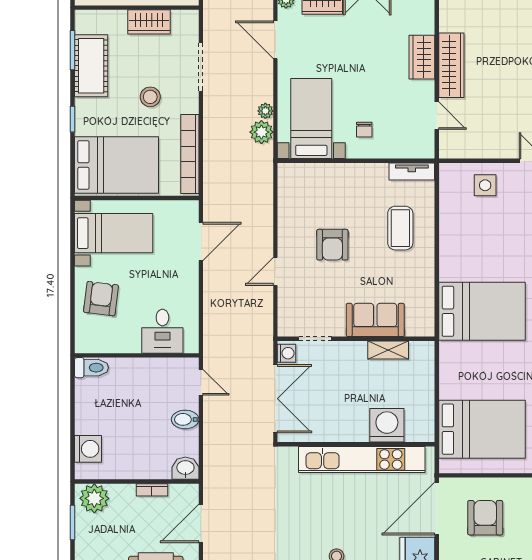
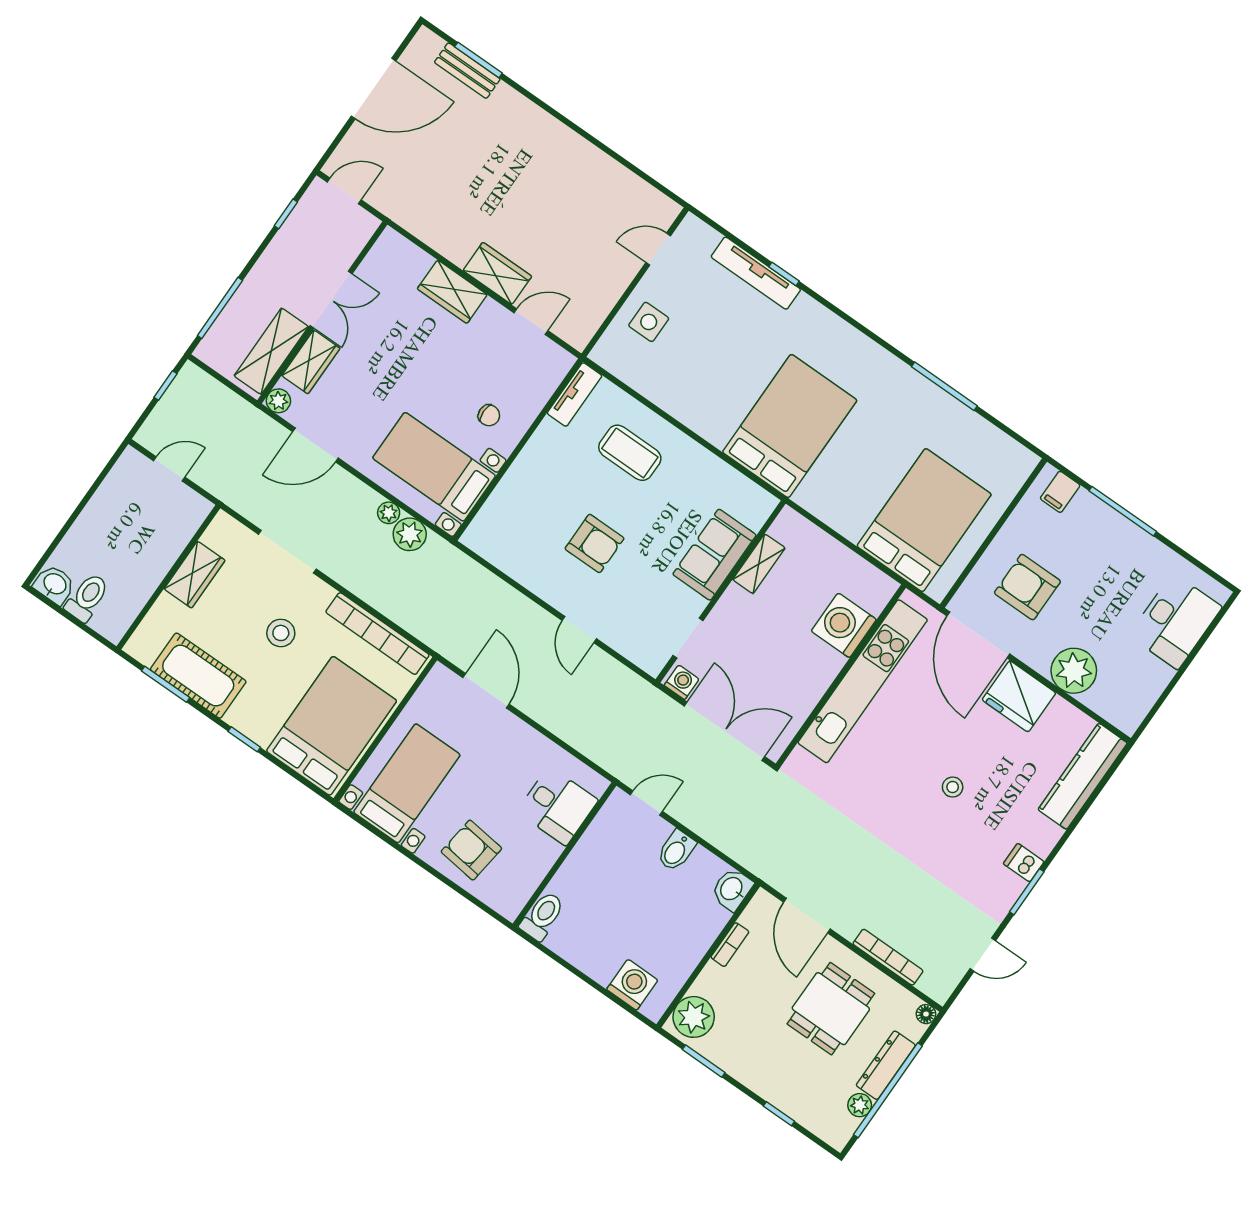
wardrobe: (451, 65) -> (497, 273), width x0.67

